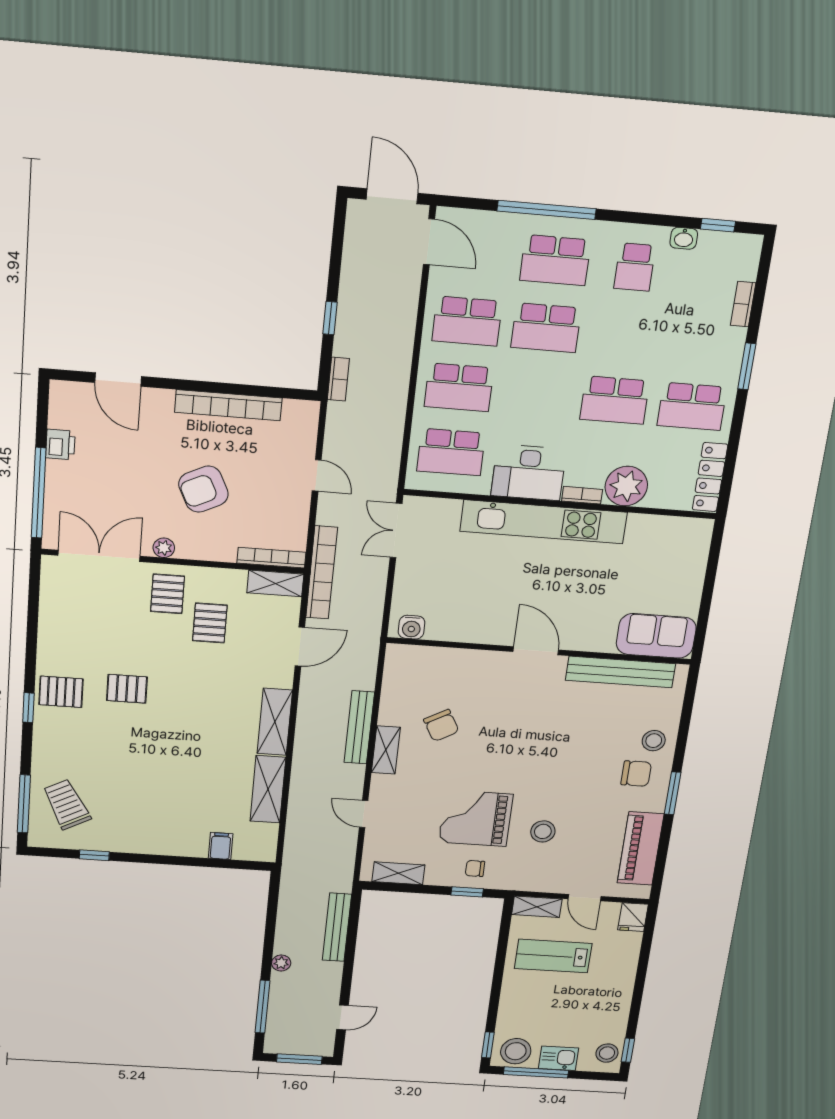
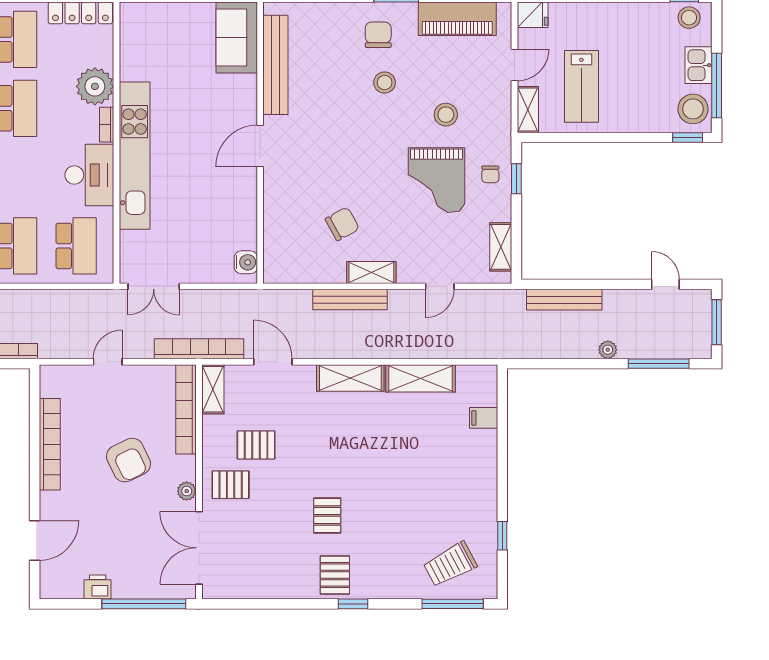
bookcase: (271, 558) -> (186, 409), width x1.48, depth x1.31
stool: (654, 741) -> (385, 83), moved

